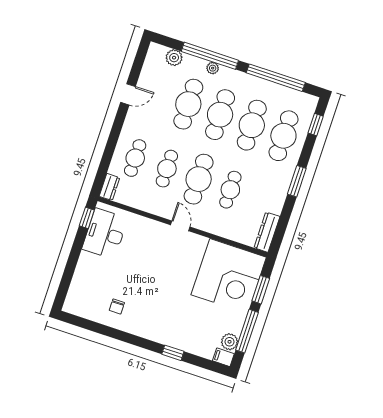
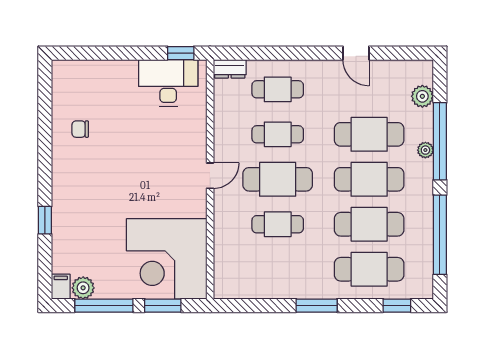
dresser: (267, 232) -> (239, 289), removed

